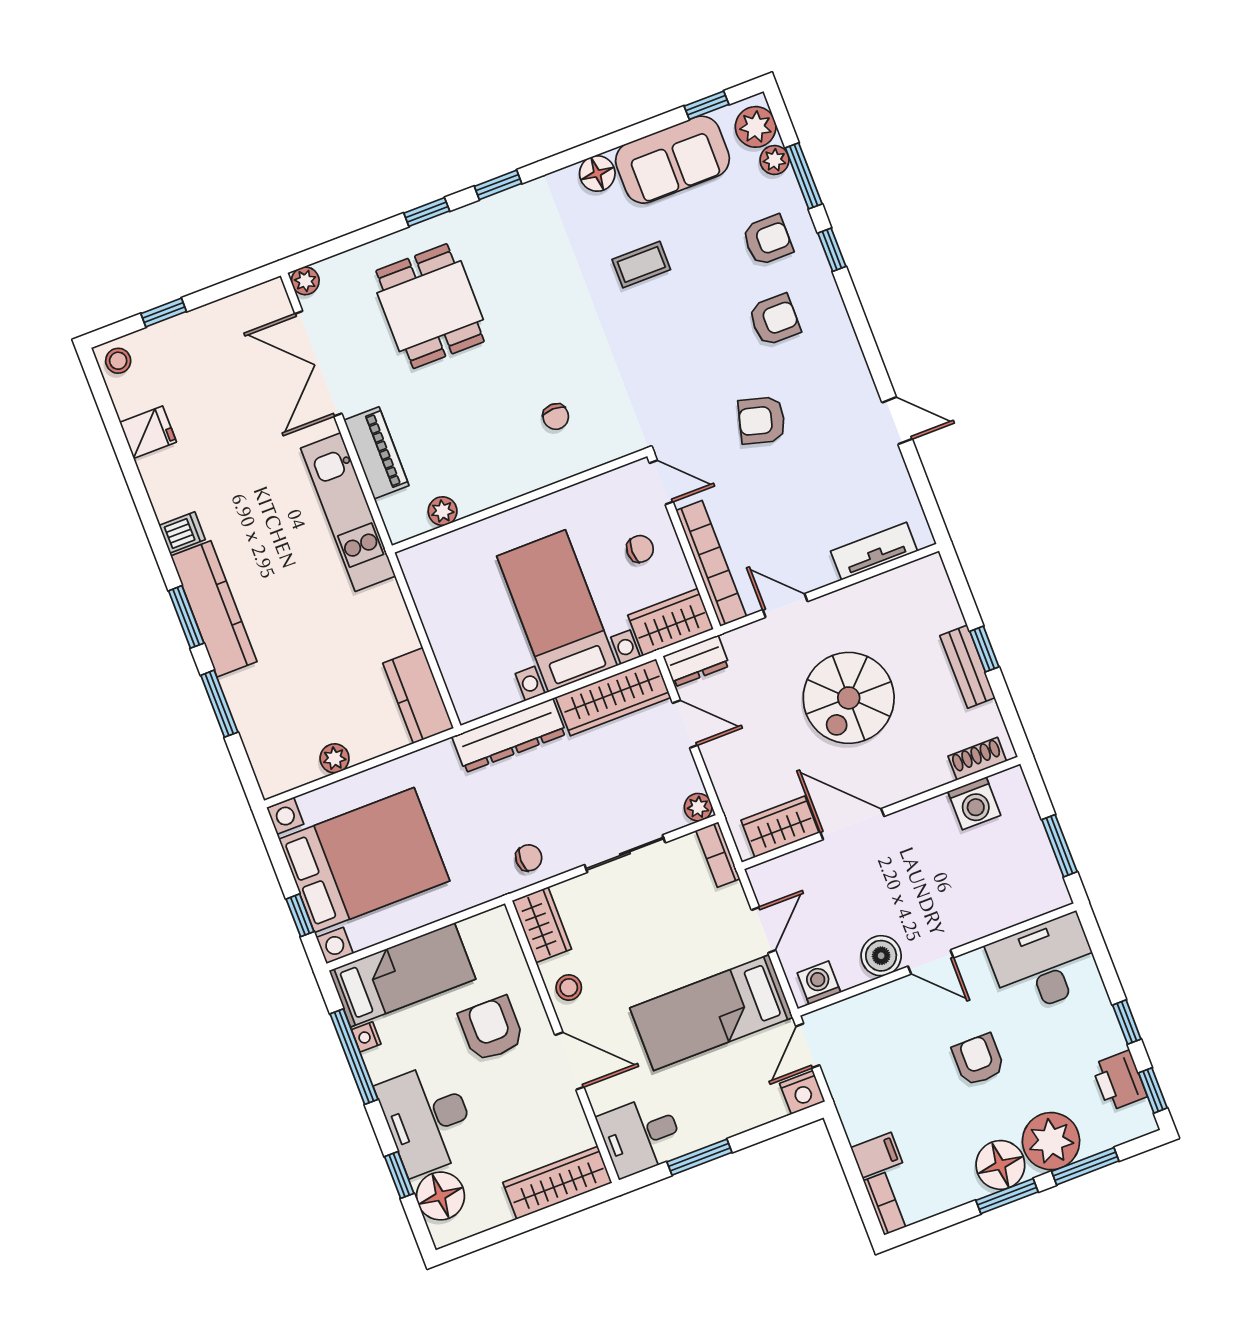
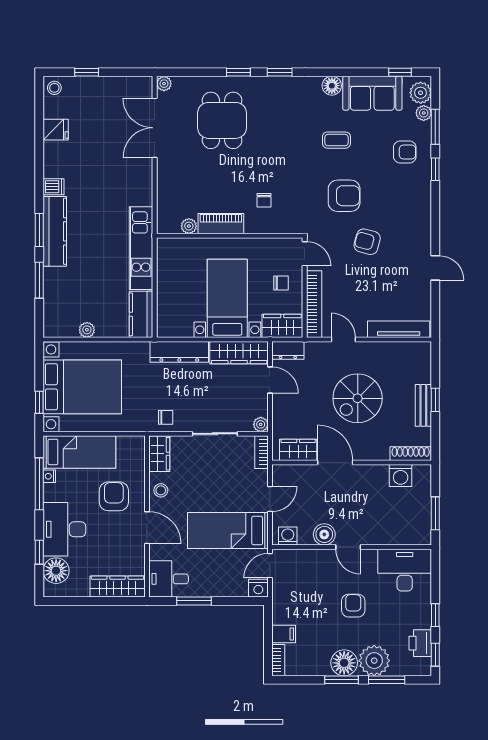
armchair: (774, 320) -> (344, 196), moved, width x1.38, depth x1.38
piano: (376, 453) -> (221, 224), moved, turned -90
kitchen unit: (348, 512) -> (141, 248), moved
tv unit: (874, 551) -> (399, 329), width x1.41
shoe rack: (977, 759) -> (411, 454), width x1.43

